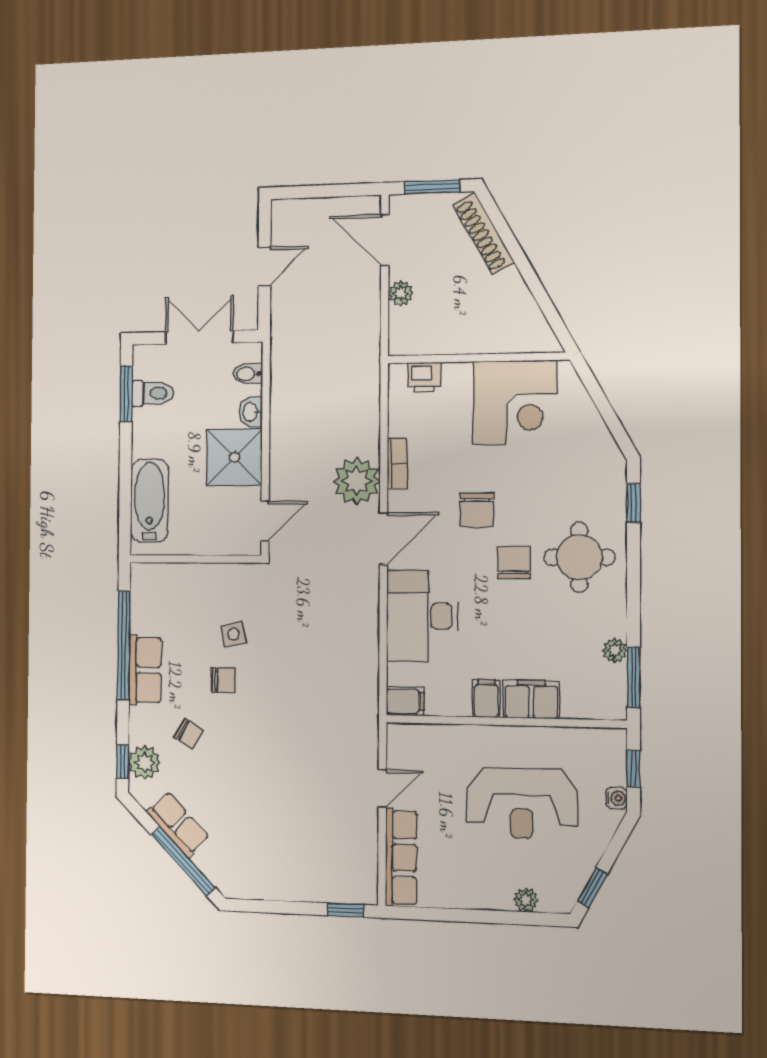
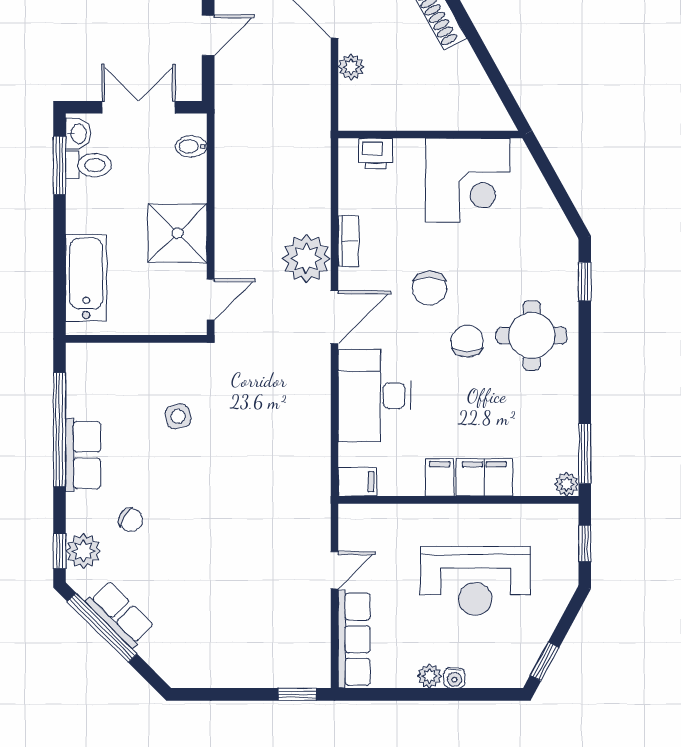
washbasin: (251, 412) -> (78, 134), moved, turned 180
plant: (615, 650) -> (566, 484), moved
chair: (223, 680) -> (168, 464), removed
water cooler: (617, 798) -> (454, 678), moved, turned 90
window: (183, 861) -> (102, 628), moved
plant: (526, 900) -> (430, 676), moved

